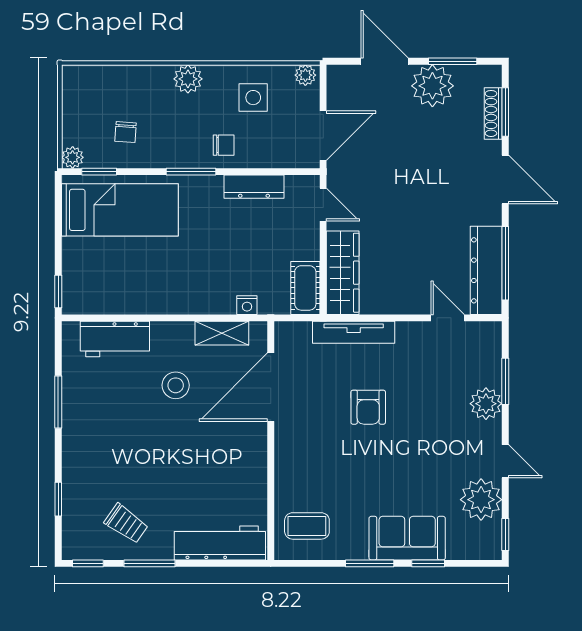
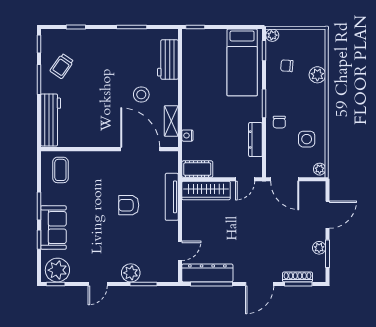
plant: (188, 79) -> (317, 75), moved
plant: (432, 86) -> (319, 248), width x0.53, depth x0.53
plant: (481, 500) -> (57, 270), moved

